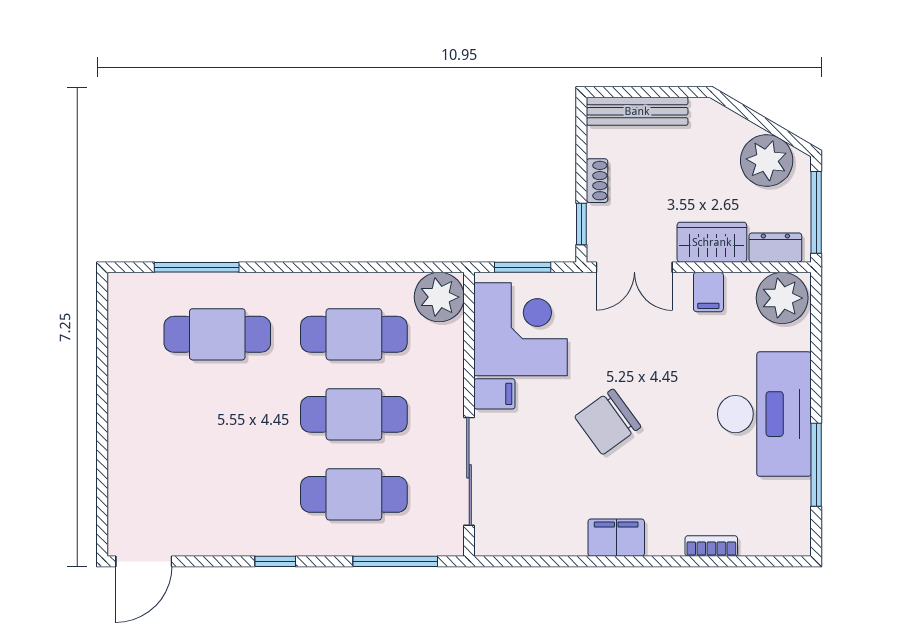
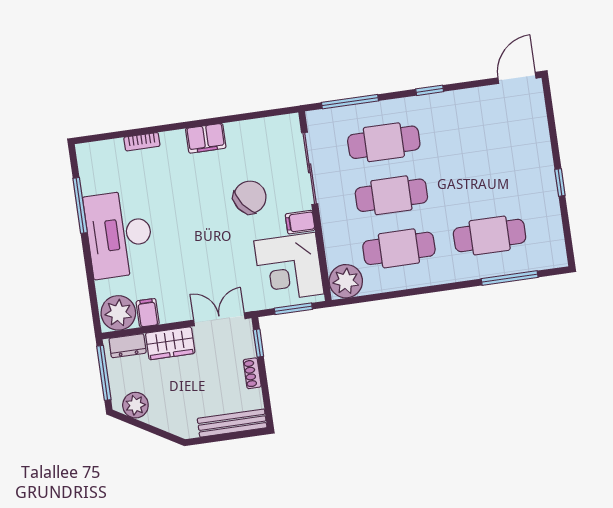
plant: (767, 161) -> (135, 405), width x0.73, depth x0.73
filing cabinet: (708, 292) -> (148, 313), moved
window: (102, 398) -> (560, 182), added
chair: (608, 422) -> (250, 197), moved

